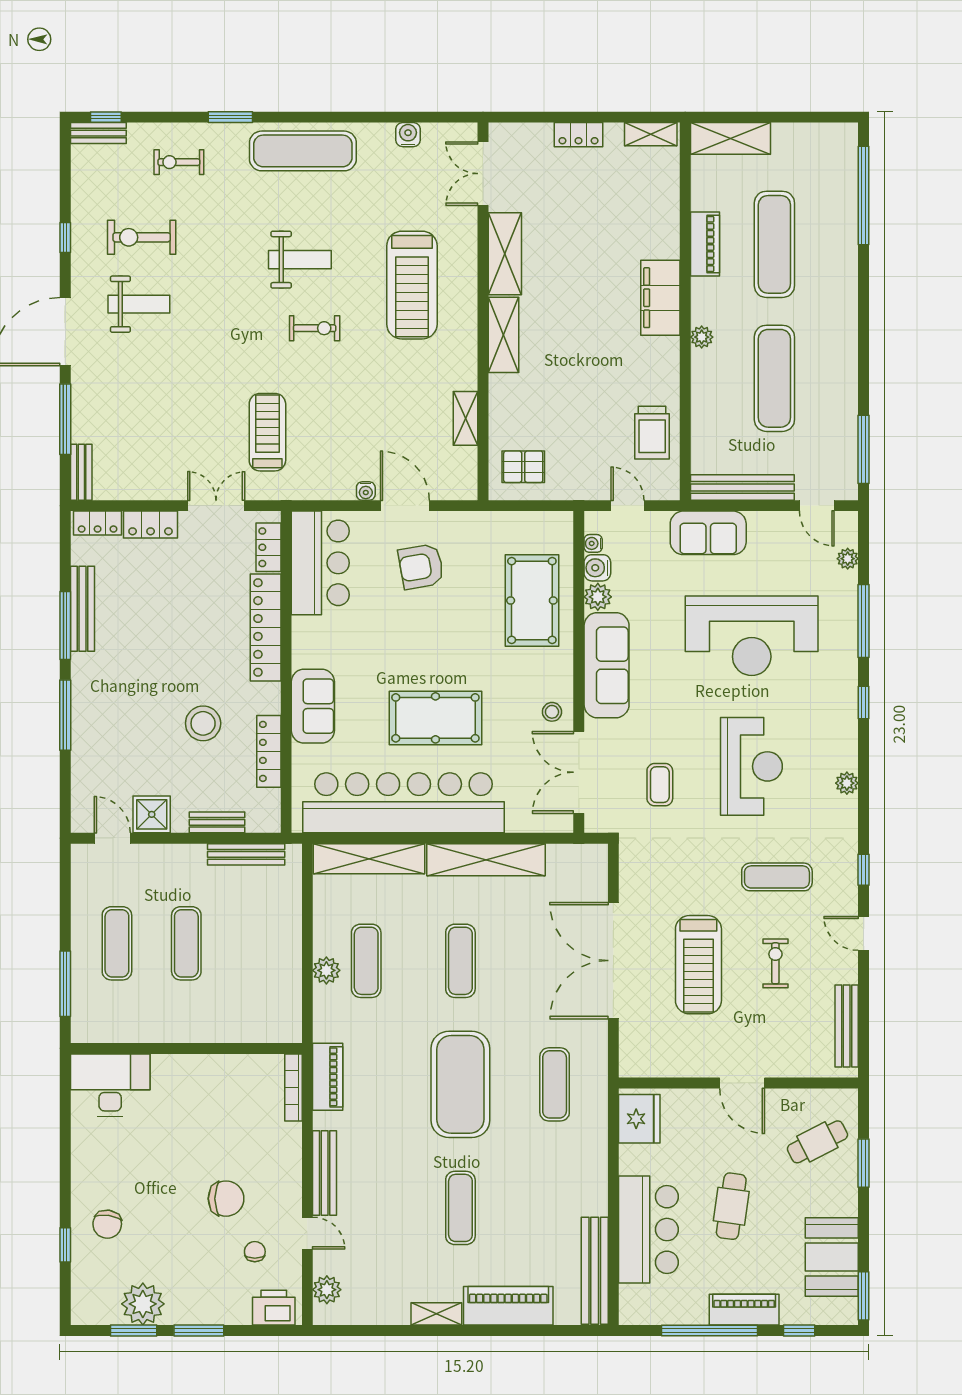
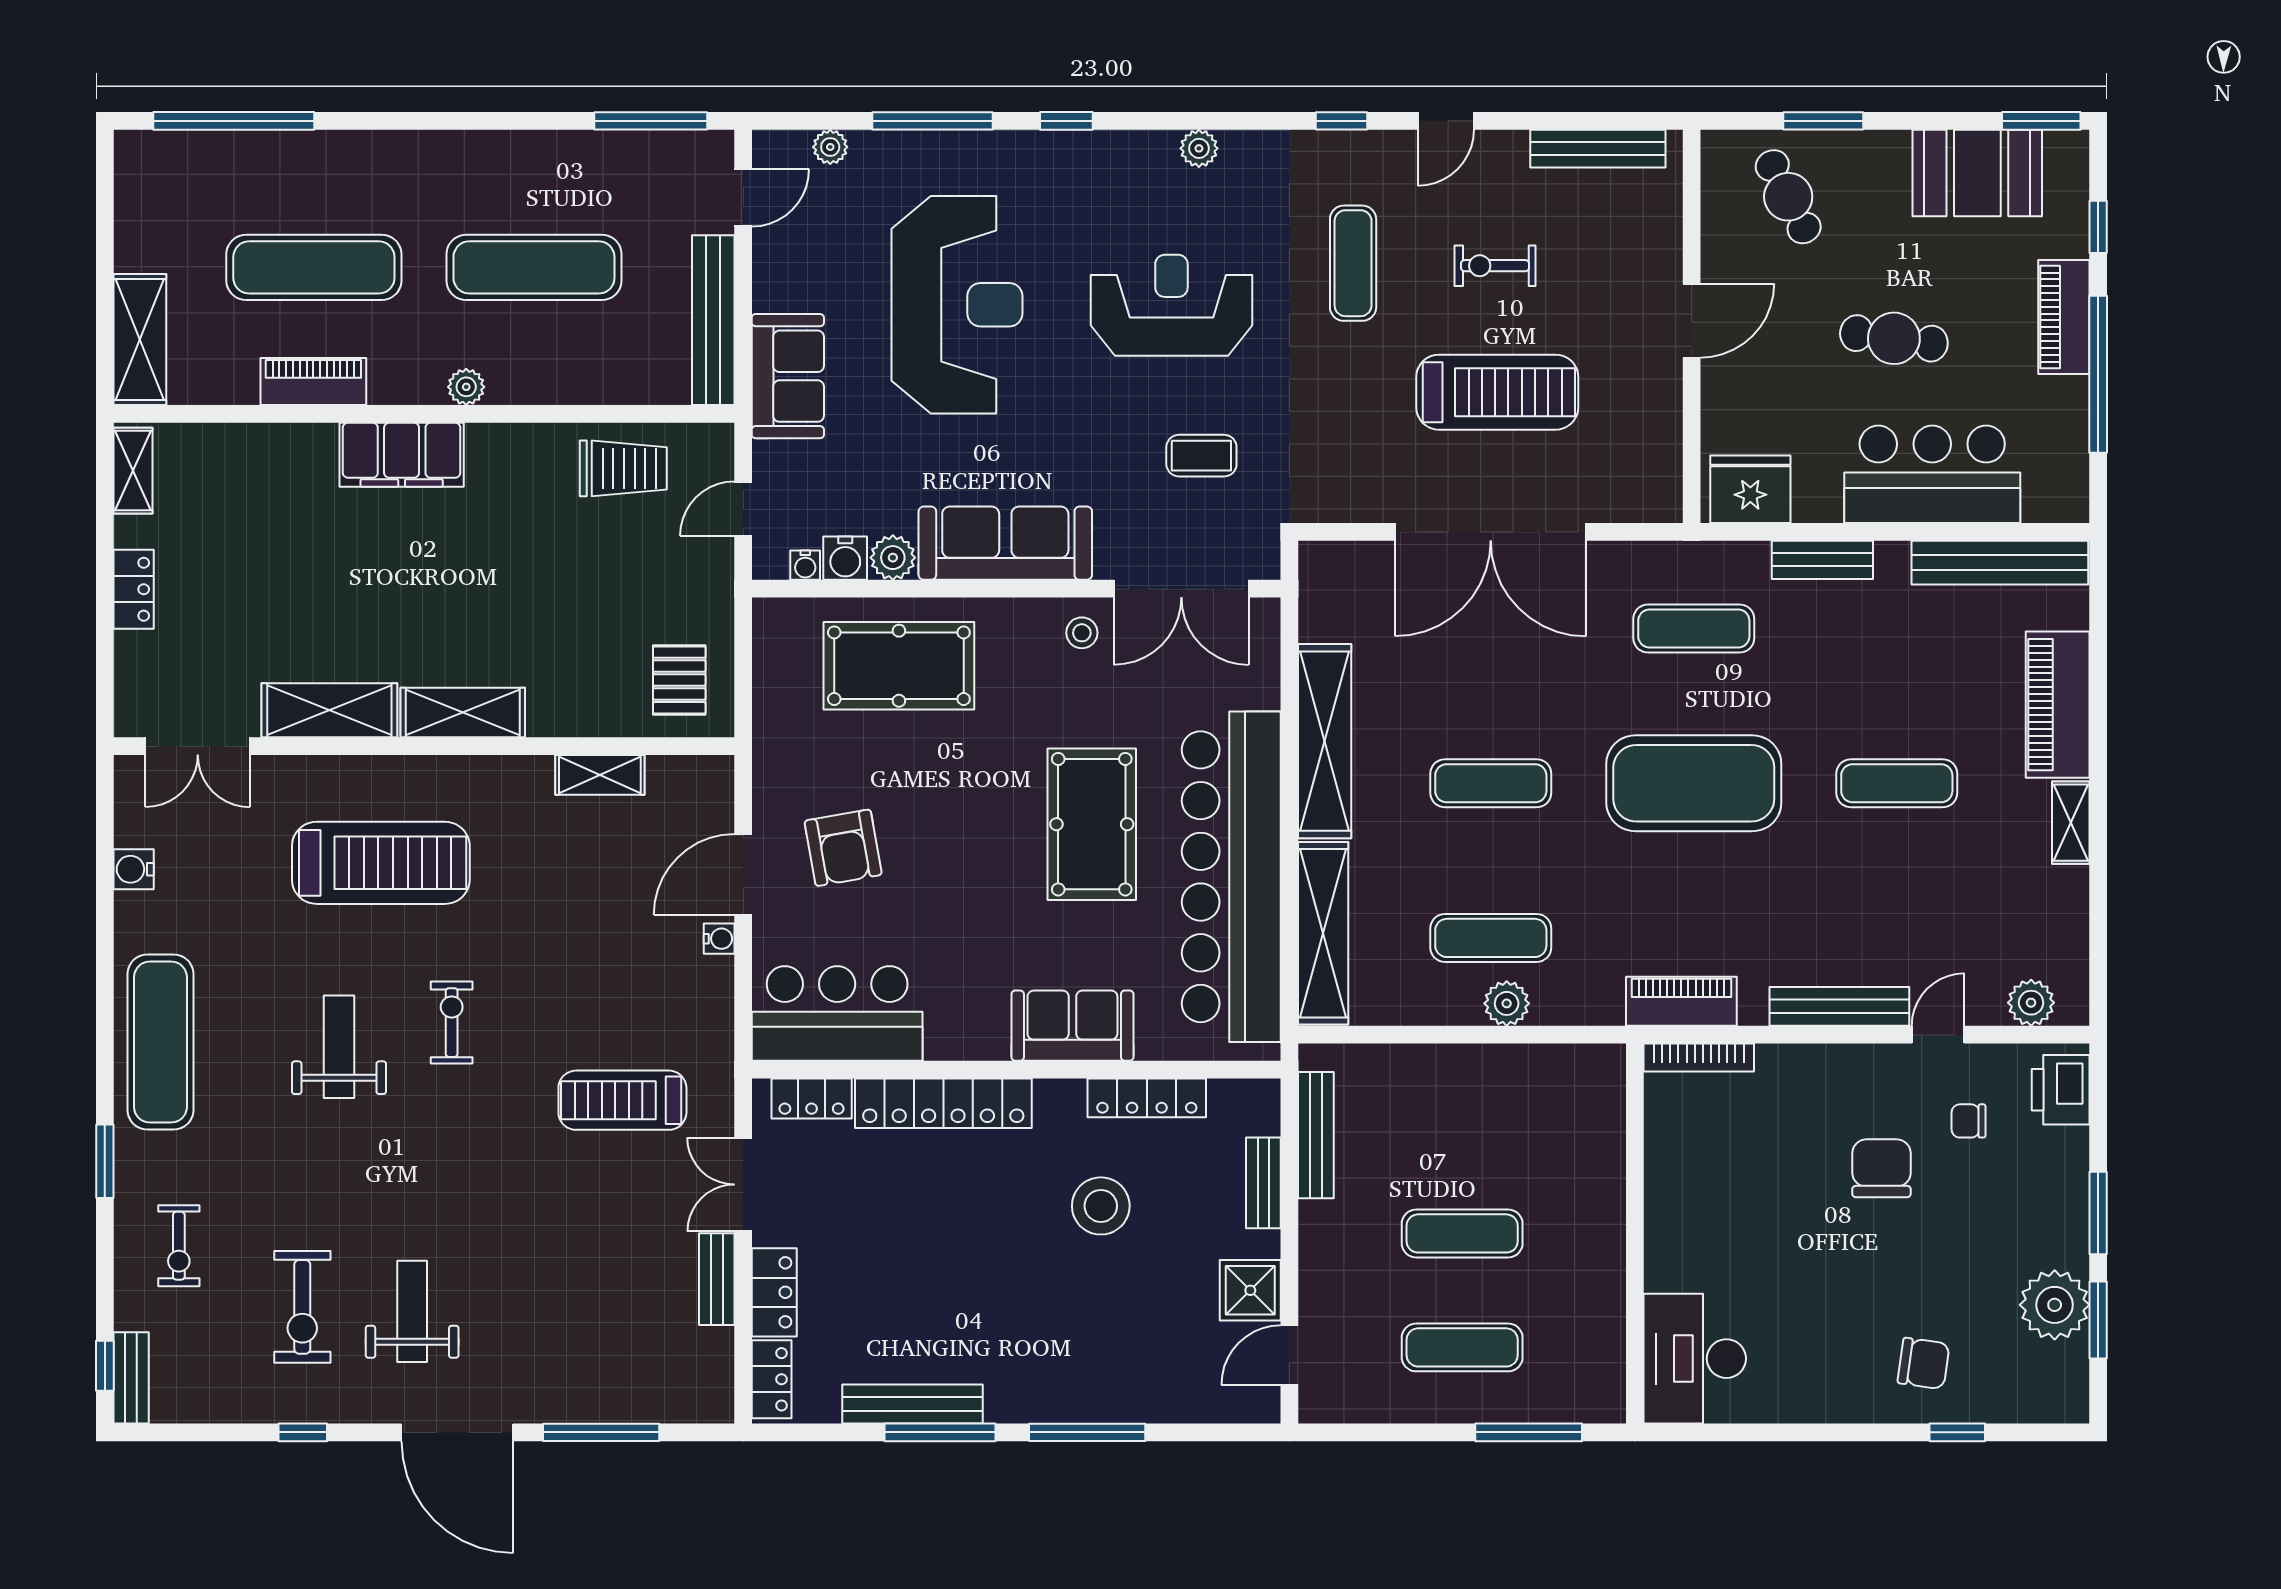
bench: (81, 472) -> (717, 1279), moved, turned 90
bench: (596, 1163) -> (1822, 560), added

